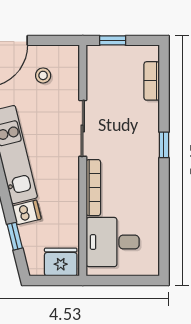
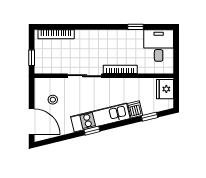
bookcase: (152, 81) -> (56, 34), width x1.56
window: (164, 145) -> (136, 27), moved
desk: (113, 242) -> (159, 46), moved, turned 180

